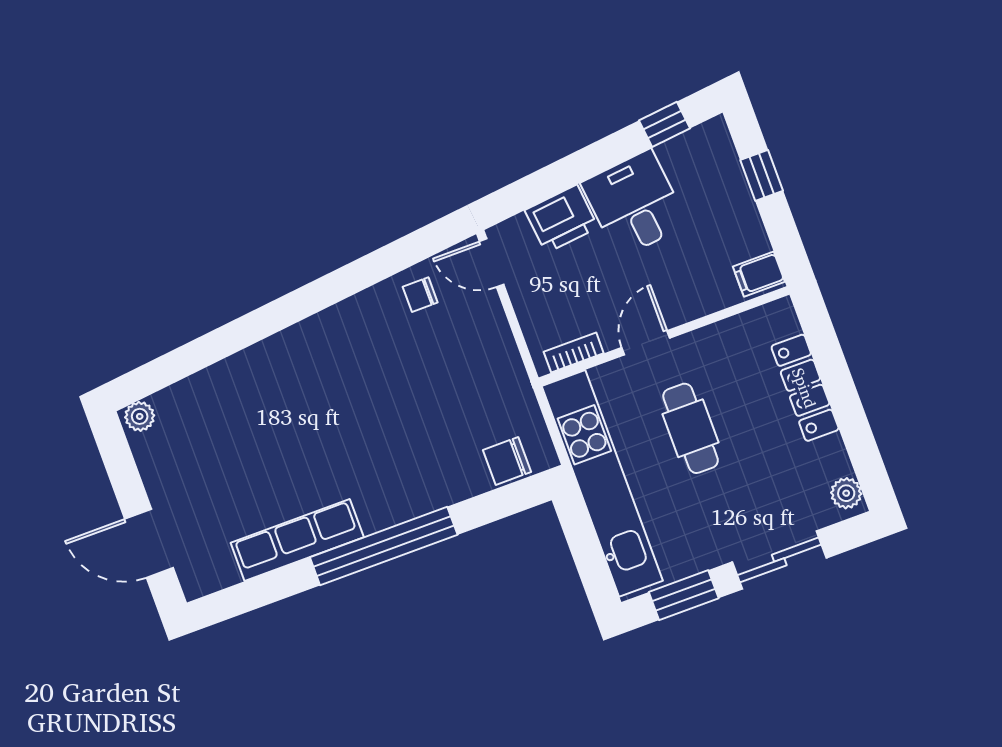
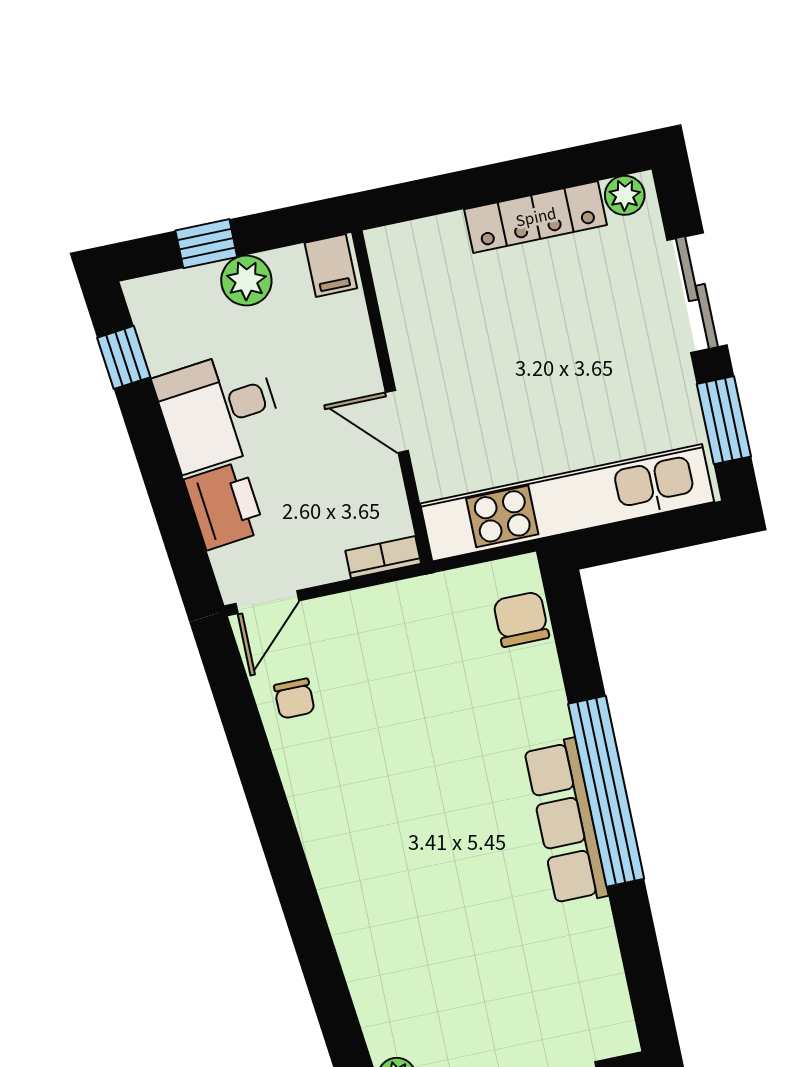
plant: (738, 211) -> (246, 281), added
bookcase: (574, 353) -> (383, 557), moved, turned 90
locker: (805, 388) -> (536, 217), moved
cafe table: (691, 428) -> (514, 381), removed
chair: (507, 461) -> (521, 619), turned 180
row of seats: (297, 540) -> (566, 822), moved

